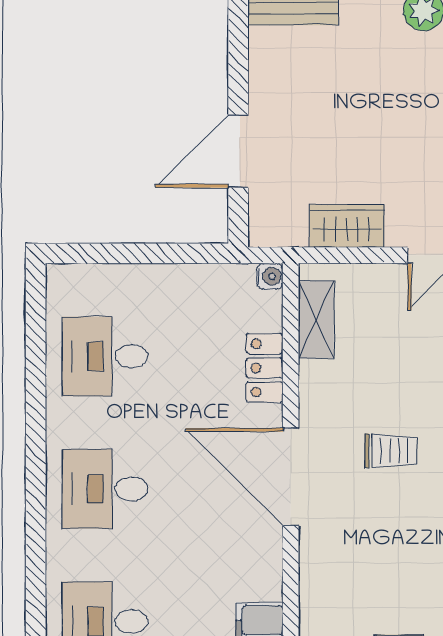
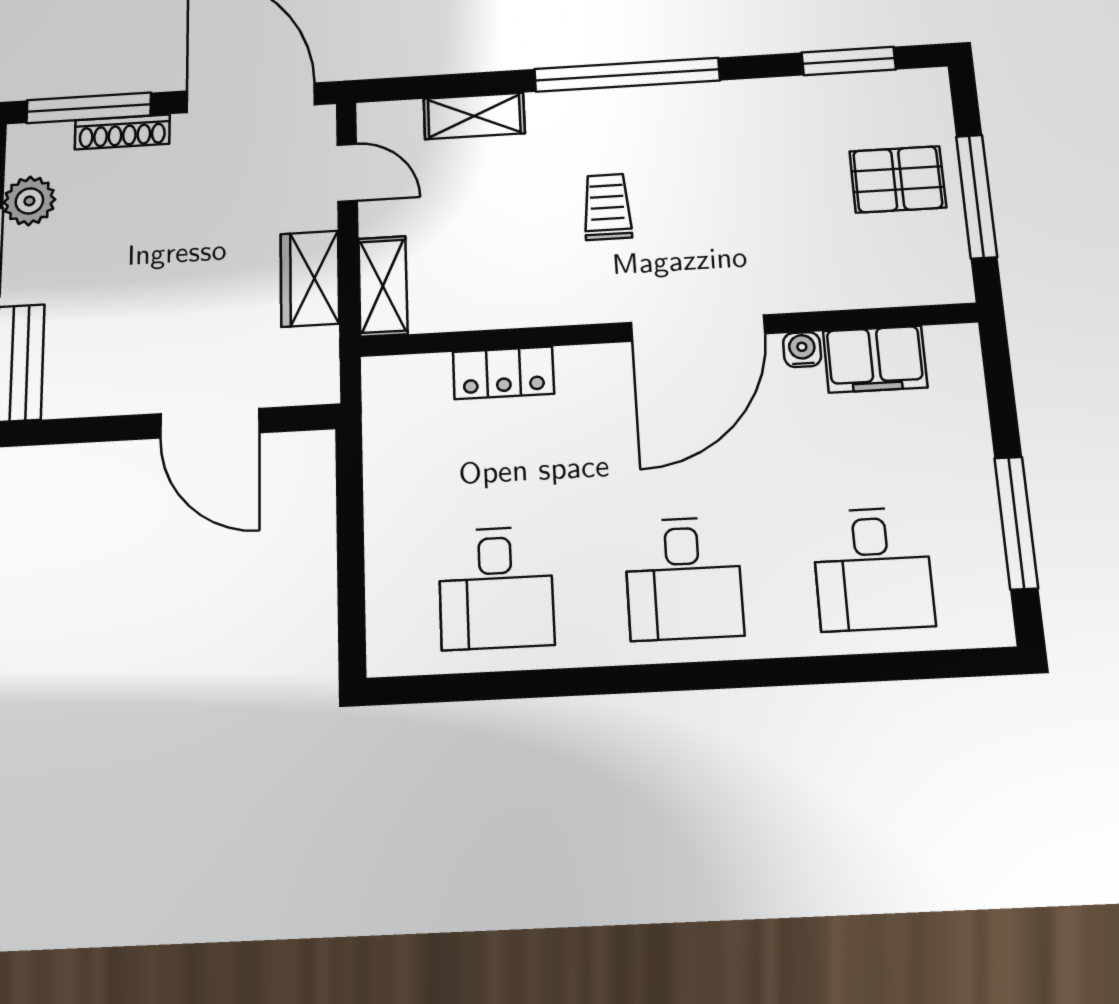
water cooler: (270, 276) -> (802, 350), moved
shelving: (316, 319) -> (383, 286), moved, turned 90
door: (291, 477) -> (698, 328), moved

